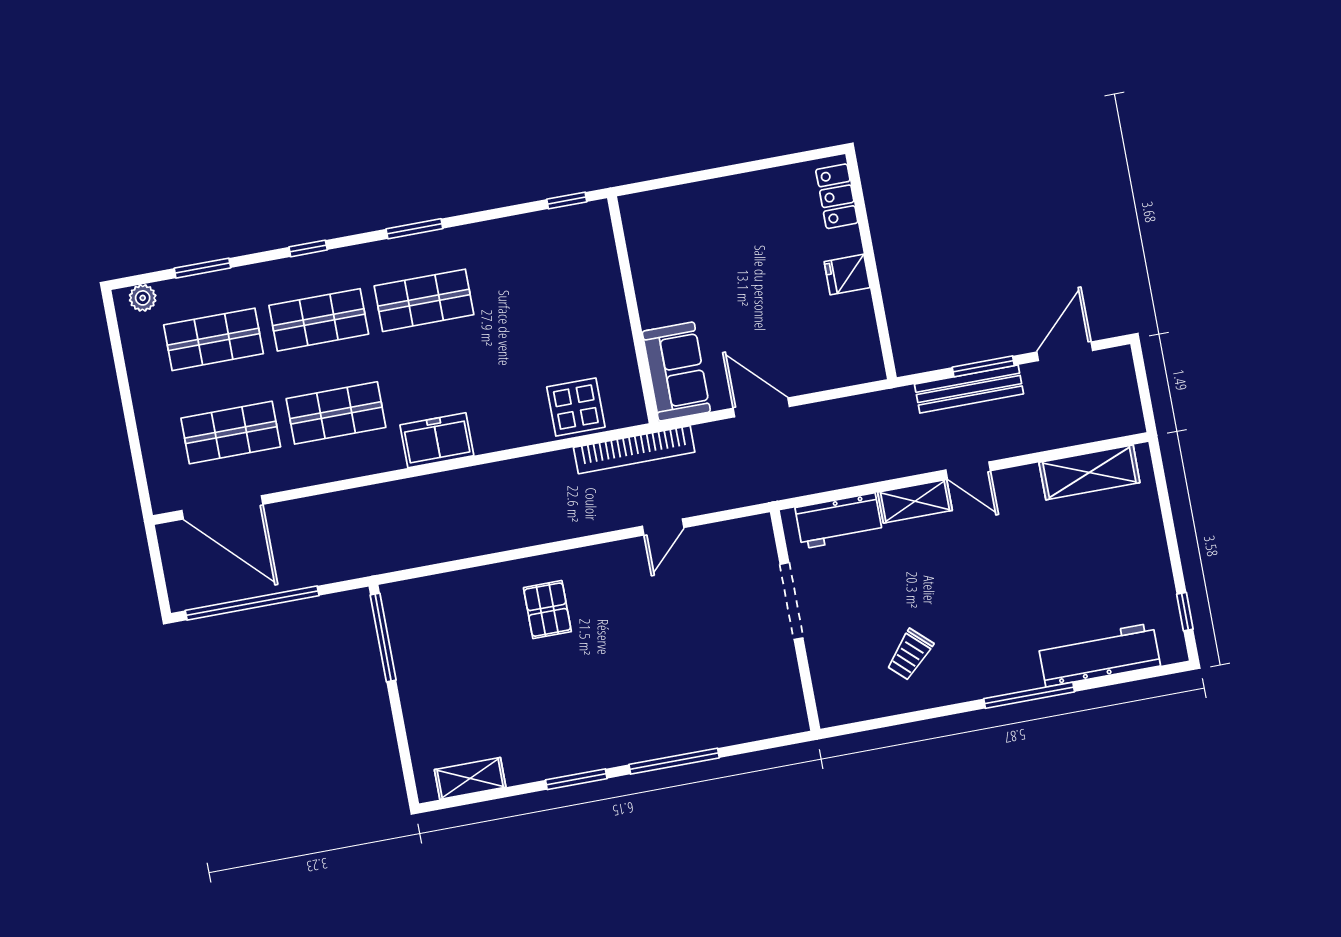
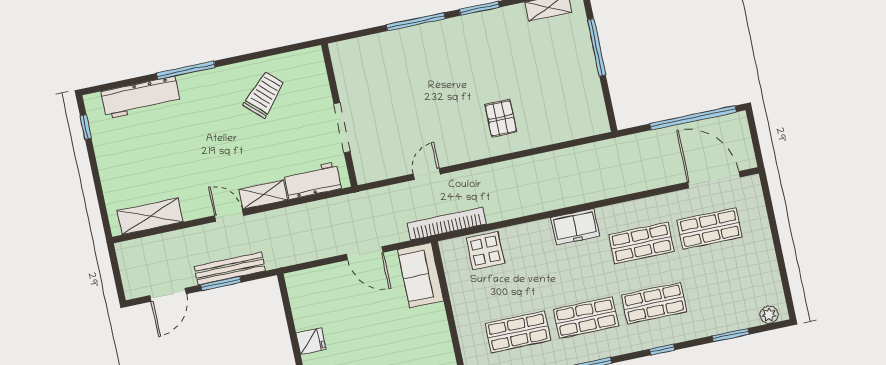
shop shelf: (214, 339) -> (518, 332), moved
window: (383, 638) -> (597, 47), moved
trolley: (910, 655) -> (264, 95), width x1.36, depth x1.39

